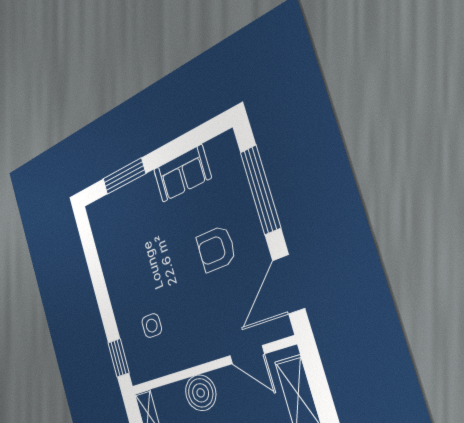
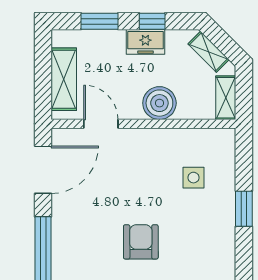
armchair: (216, 249) -> (141, 242), moved, turned -90
window: (119, 358) -> (244, 209), moved

